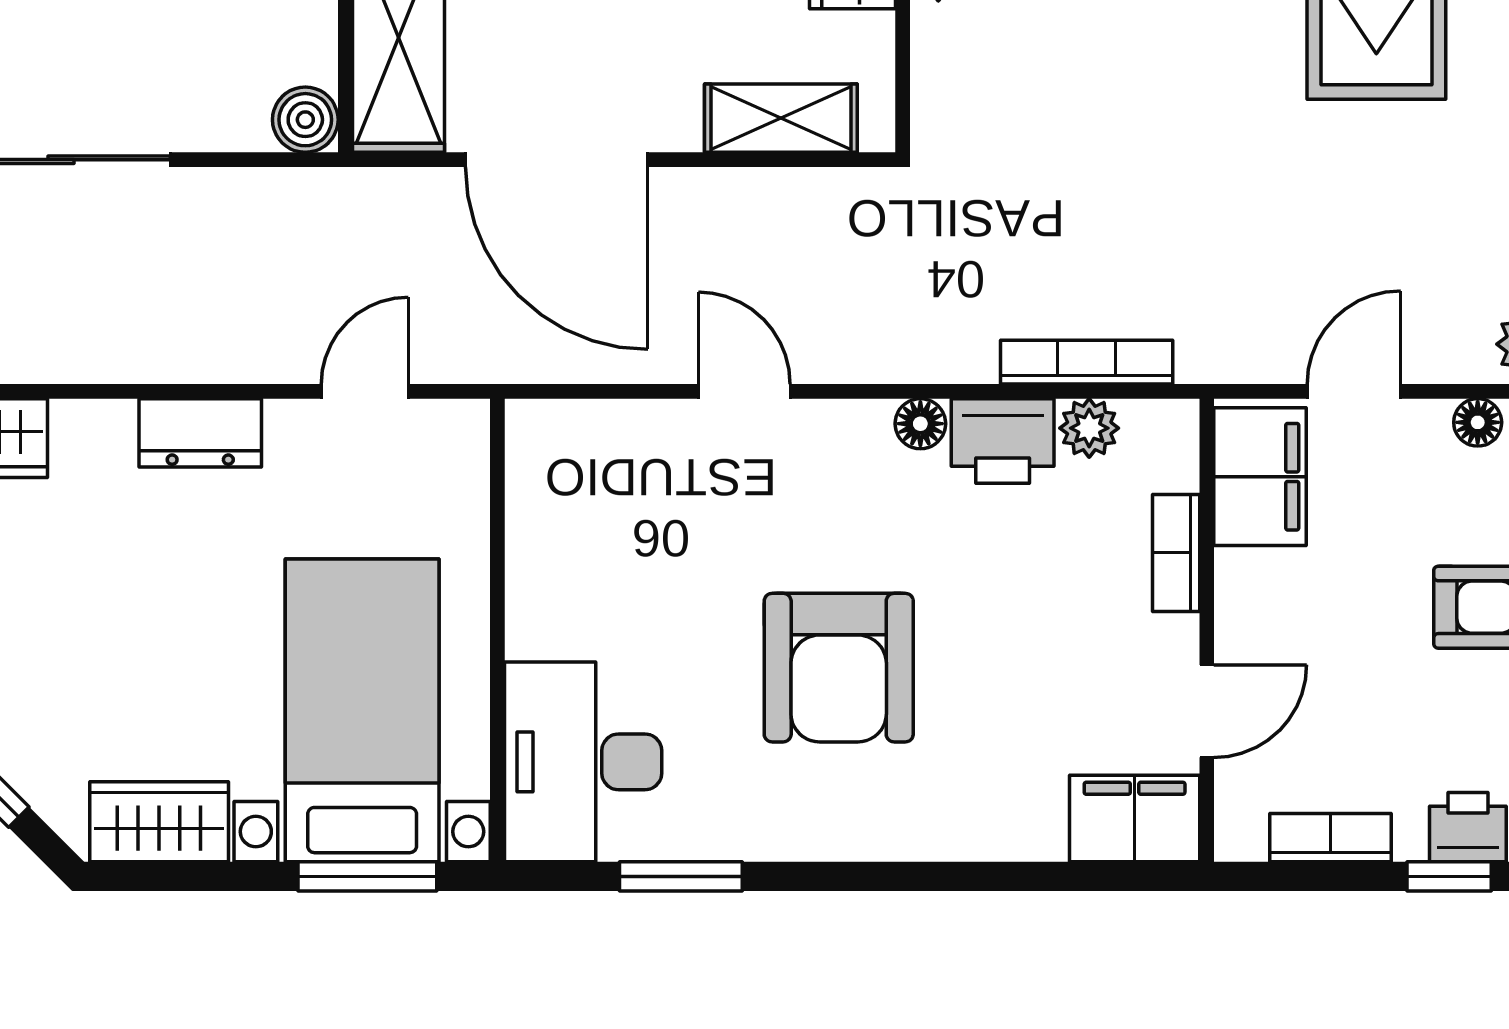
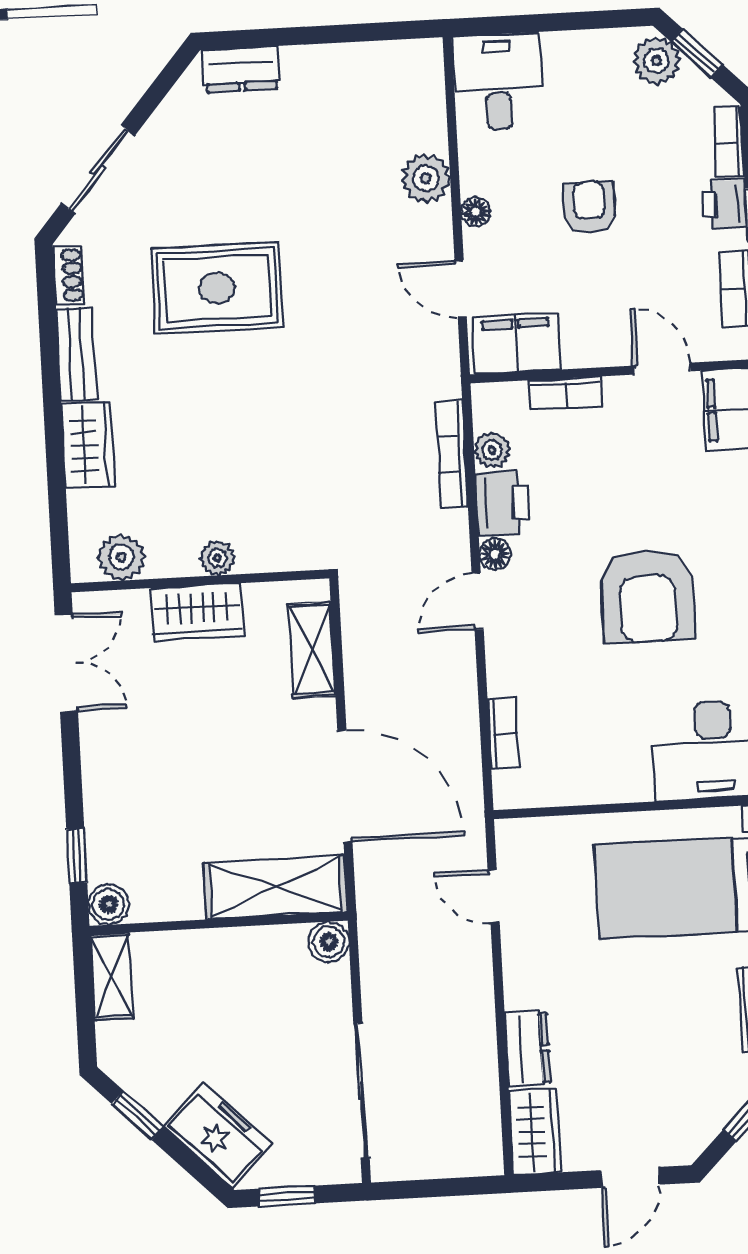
door: (557, 160) -> (345, 786), hinge flipped
door: (744, 391) -> (478, 601), moved
bookcase: (628, 421) -> (503, 733), added
dresser: (200, 433) -> (527, 1049), moved
armchair: (839, 668) -> (648, 596), turned 90

